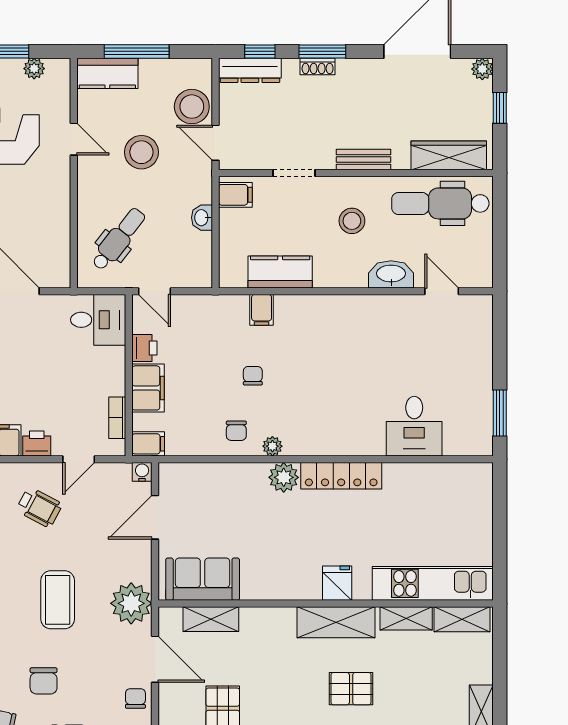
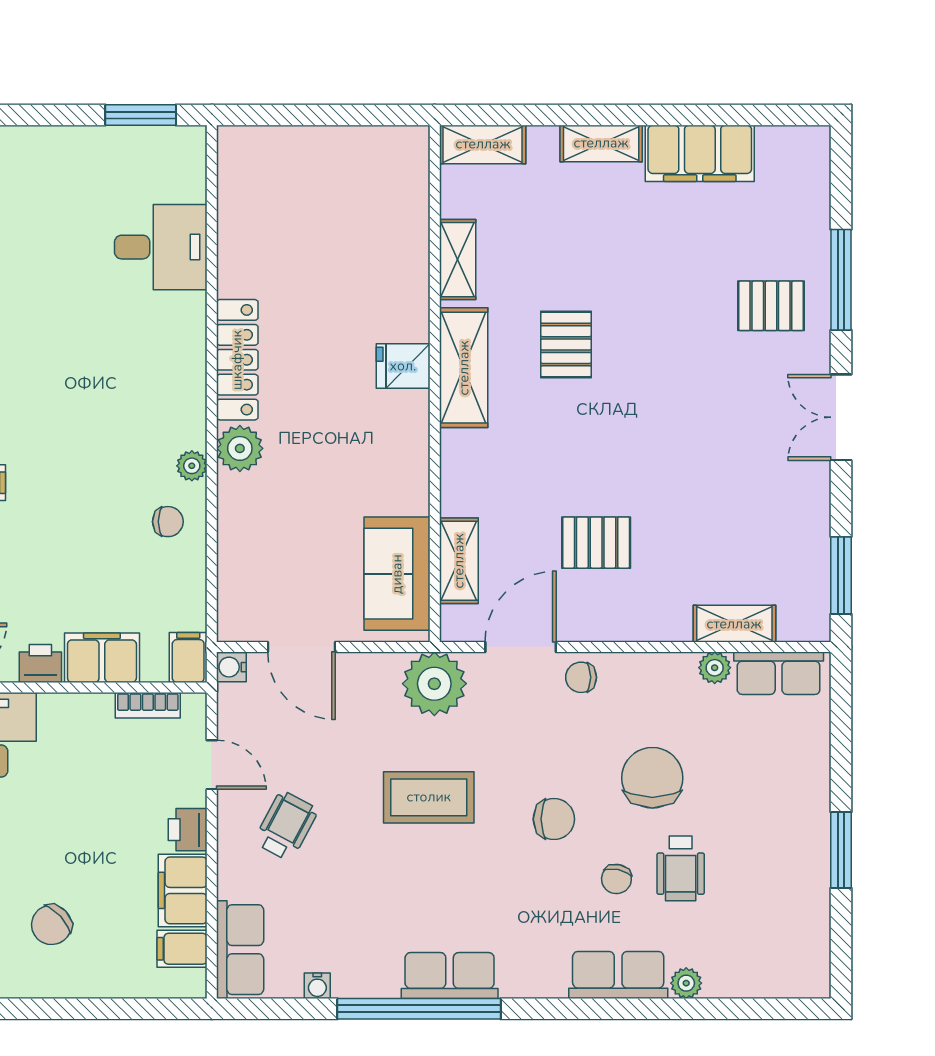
chair: (253, 376) -> (83, 496), removed
kitchen unit: (433, 583) -> (403, 218), removed
shelving: (462, 619) -> (483, 144), moved, turned 90

